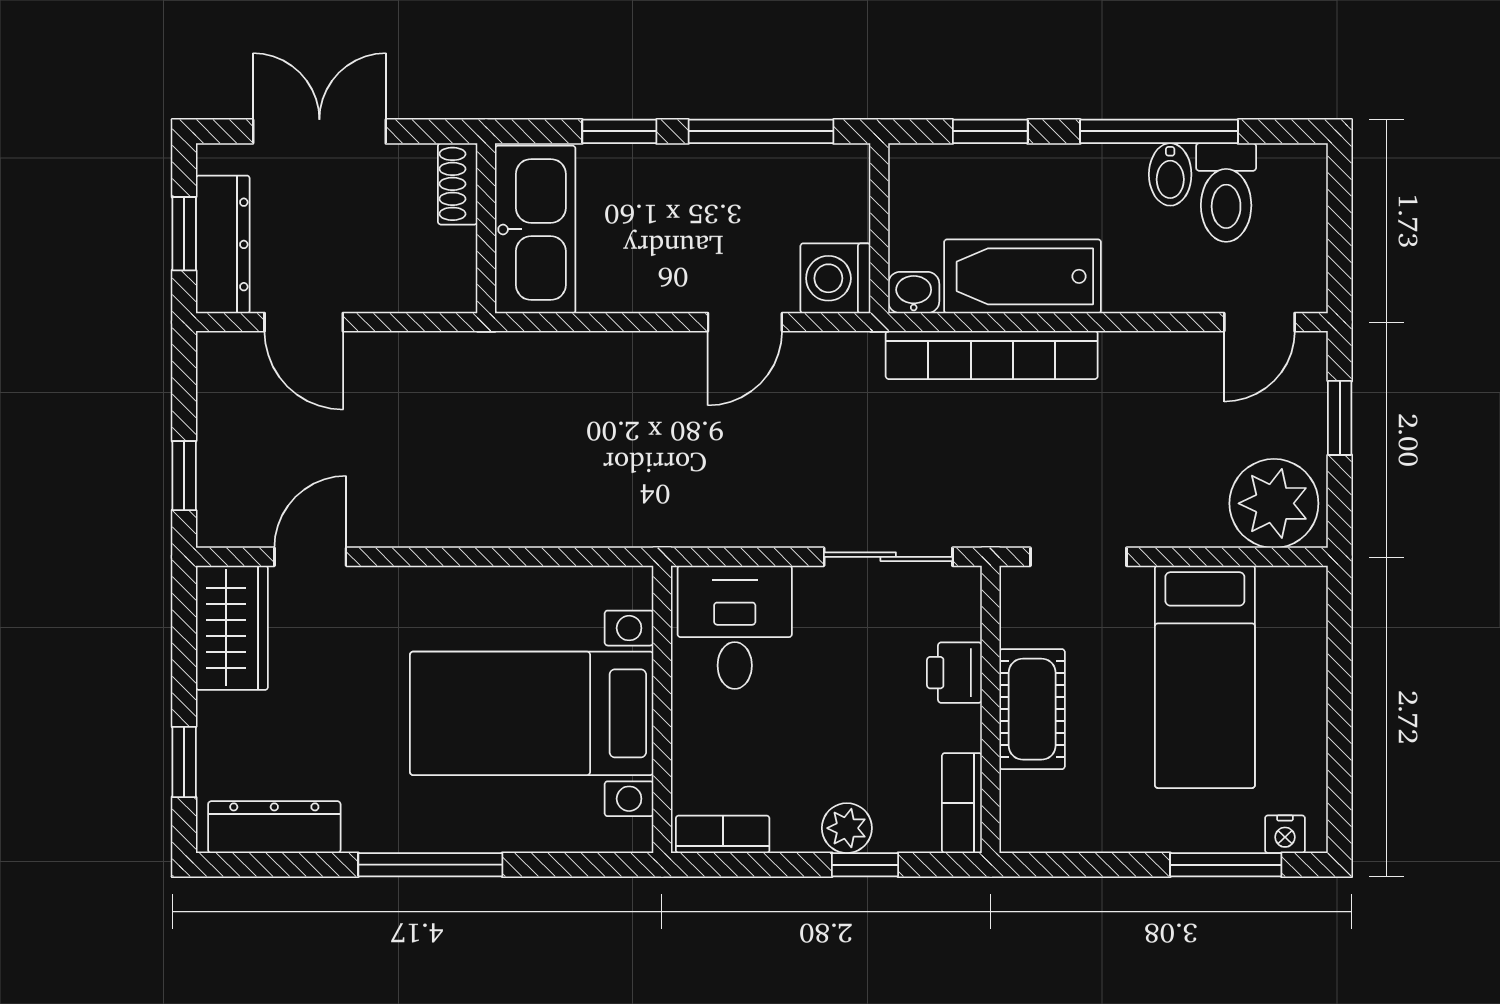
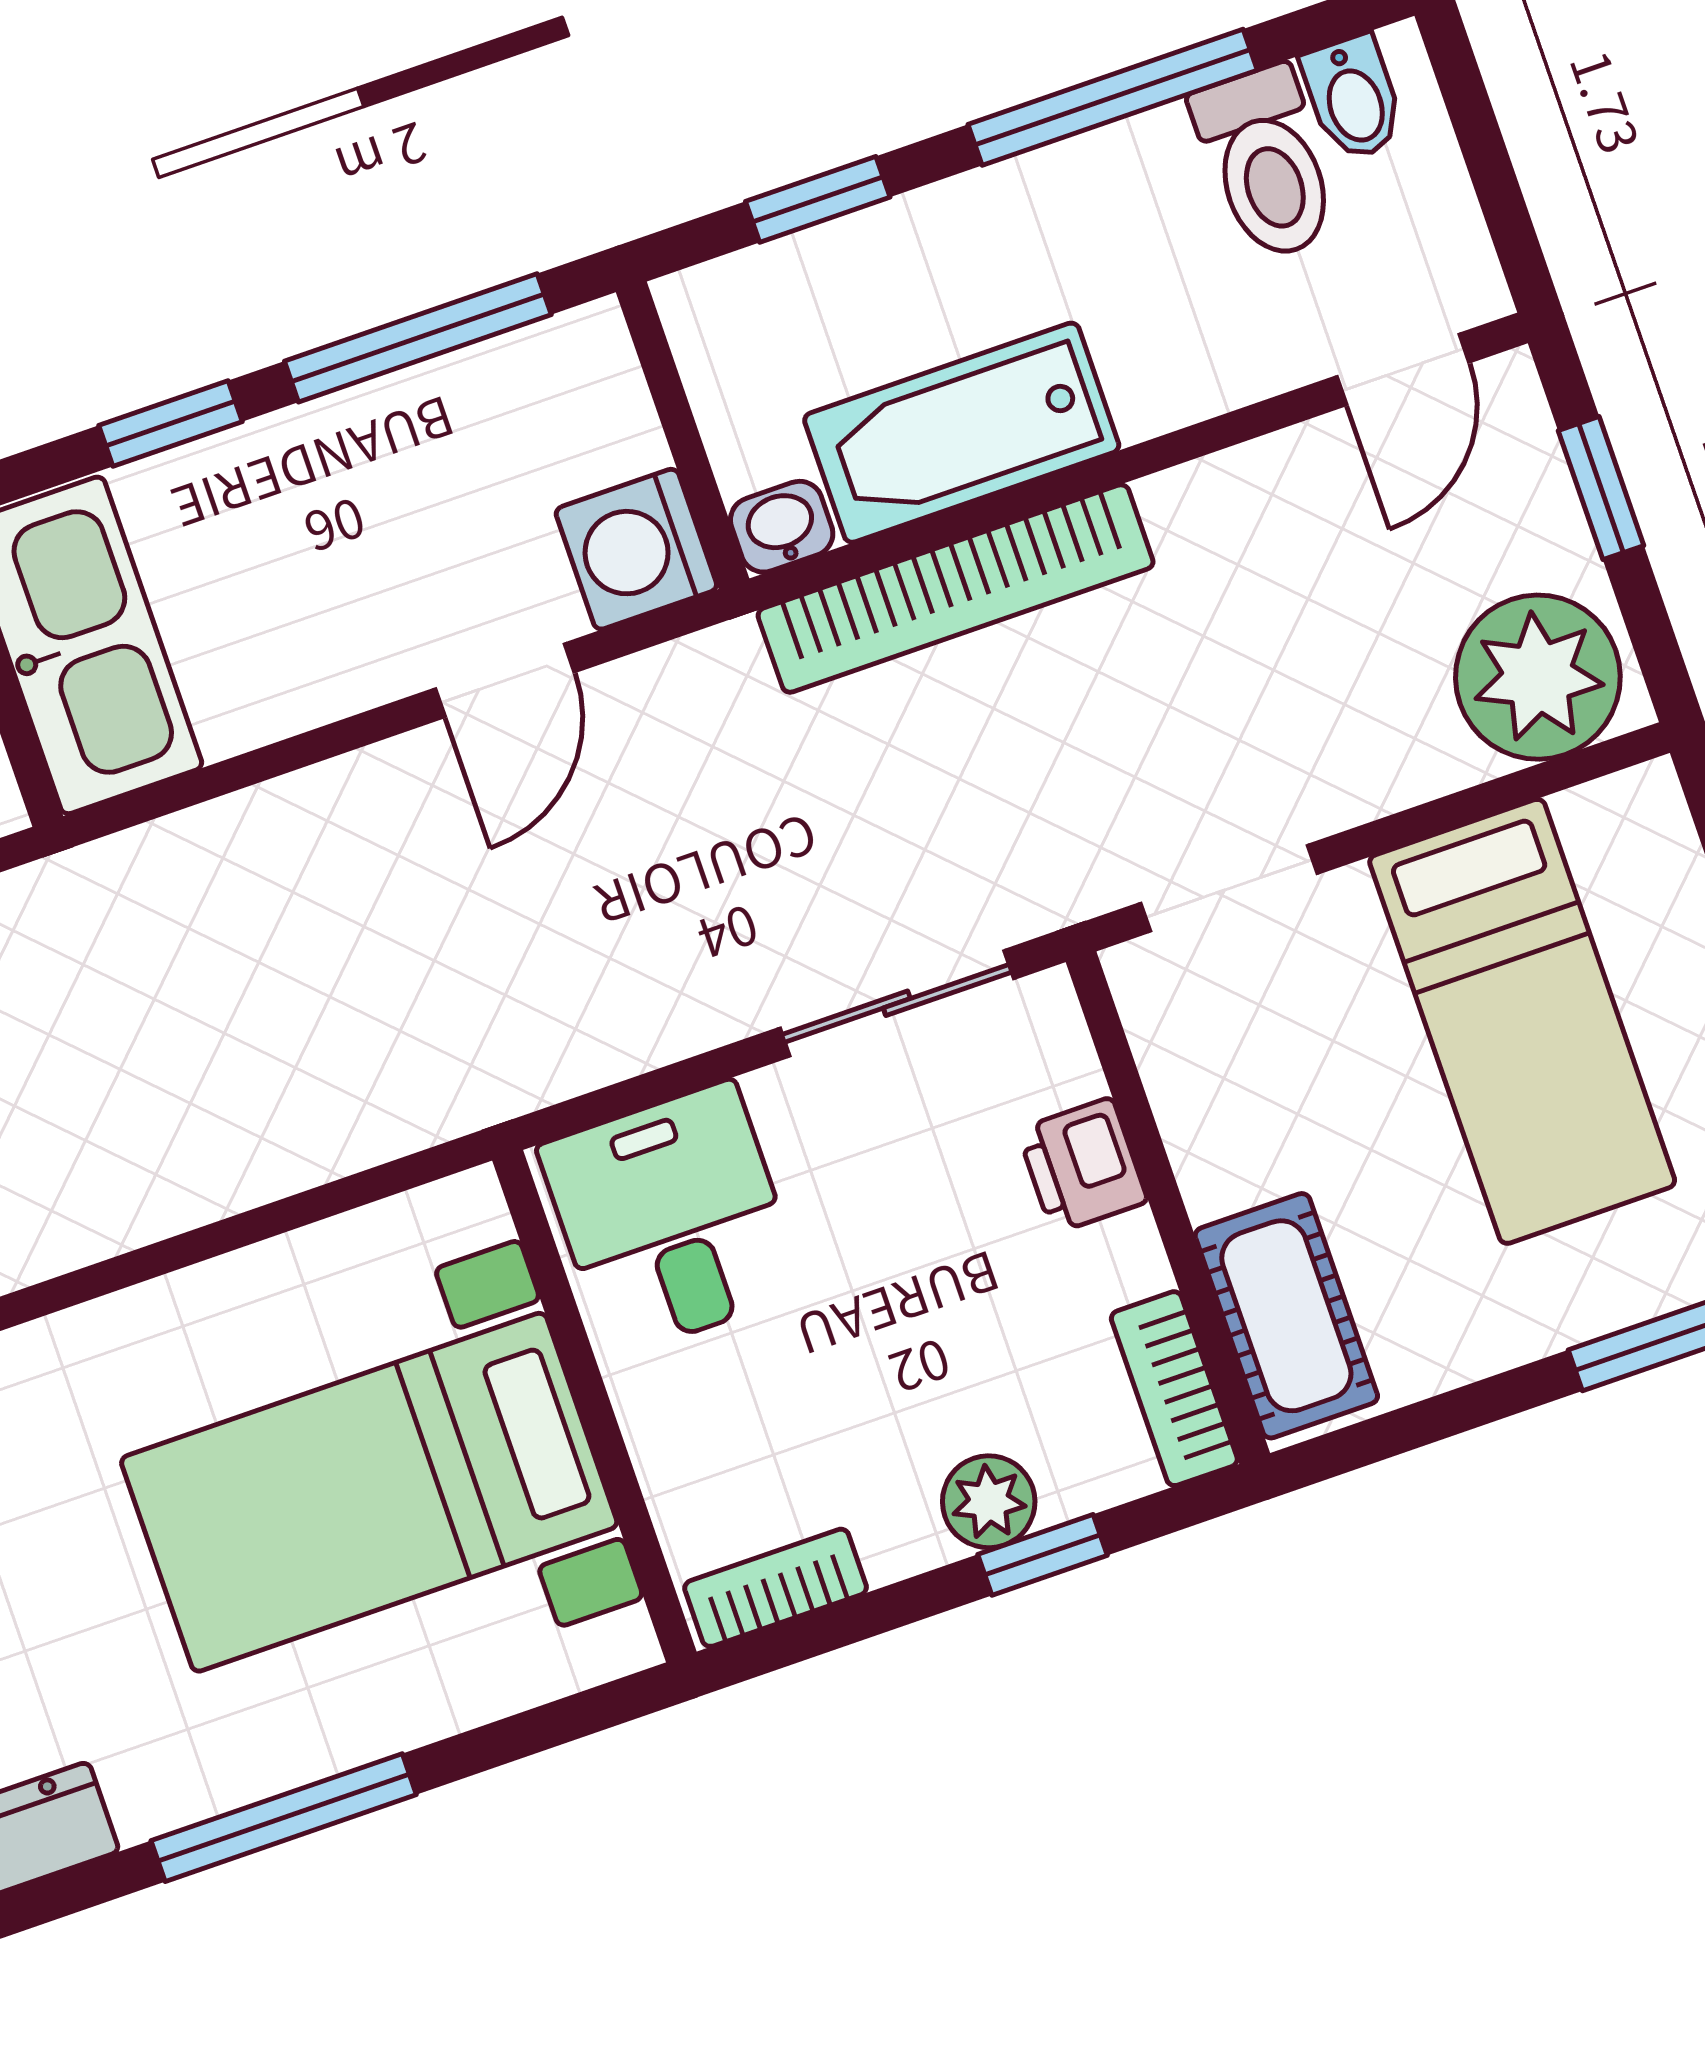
bidet: (1170, 174) -> (1353, 98), moved
cot: (1032, 709) -> (1286, 1316), moved

